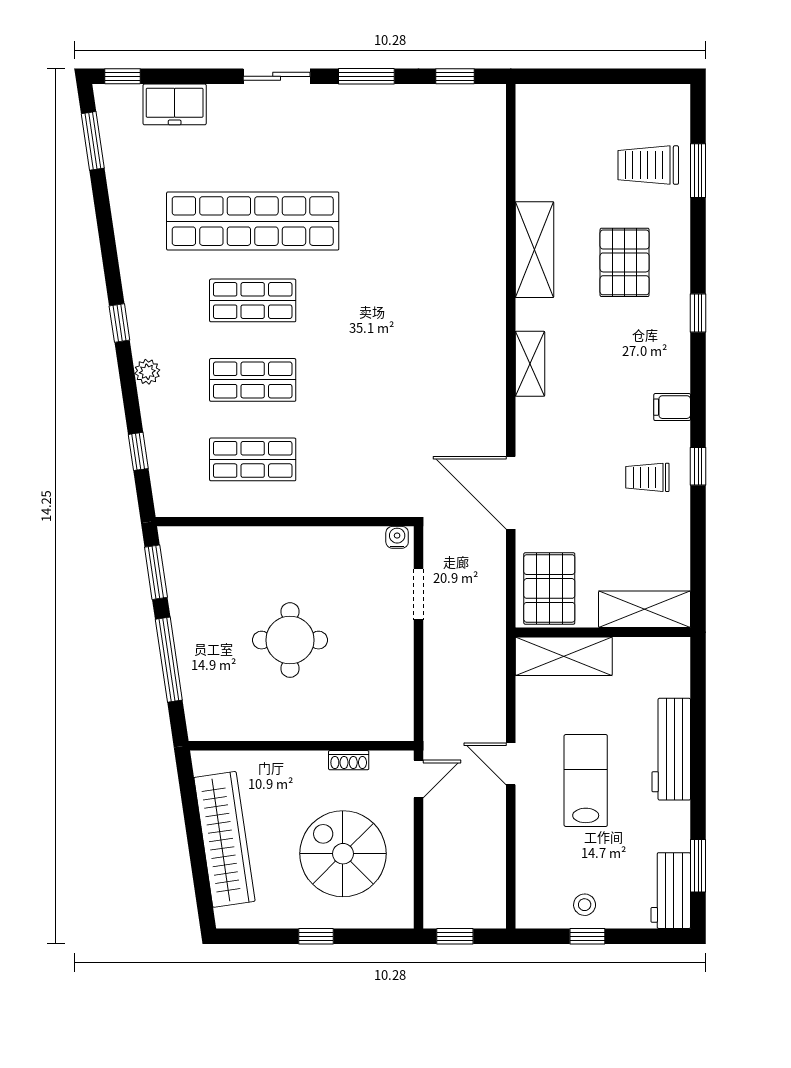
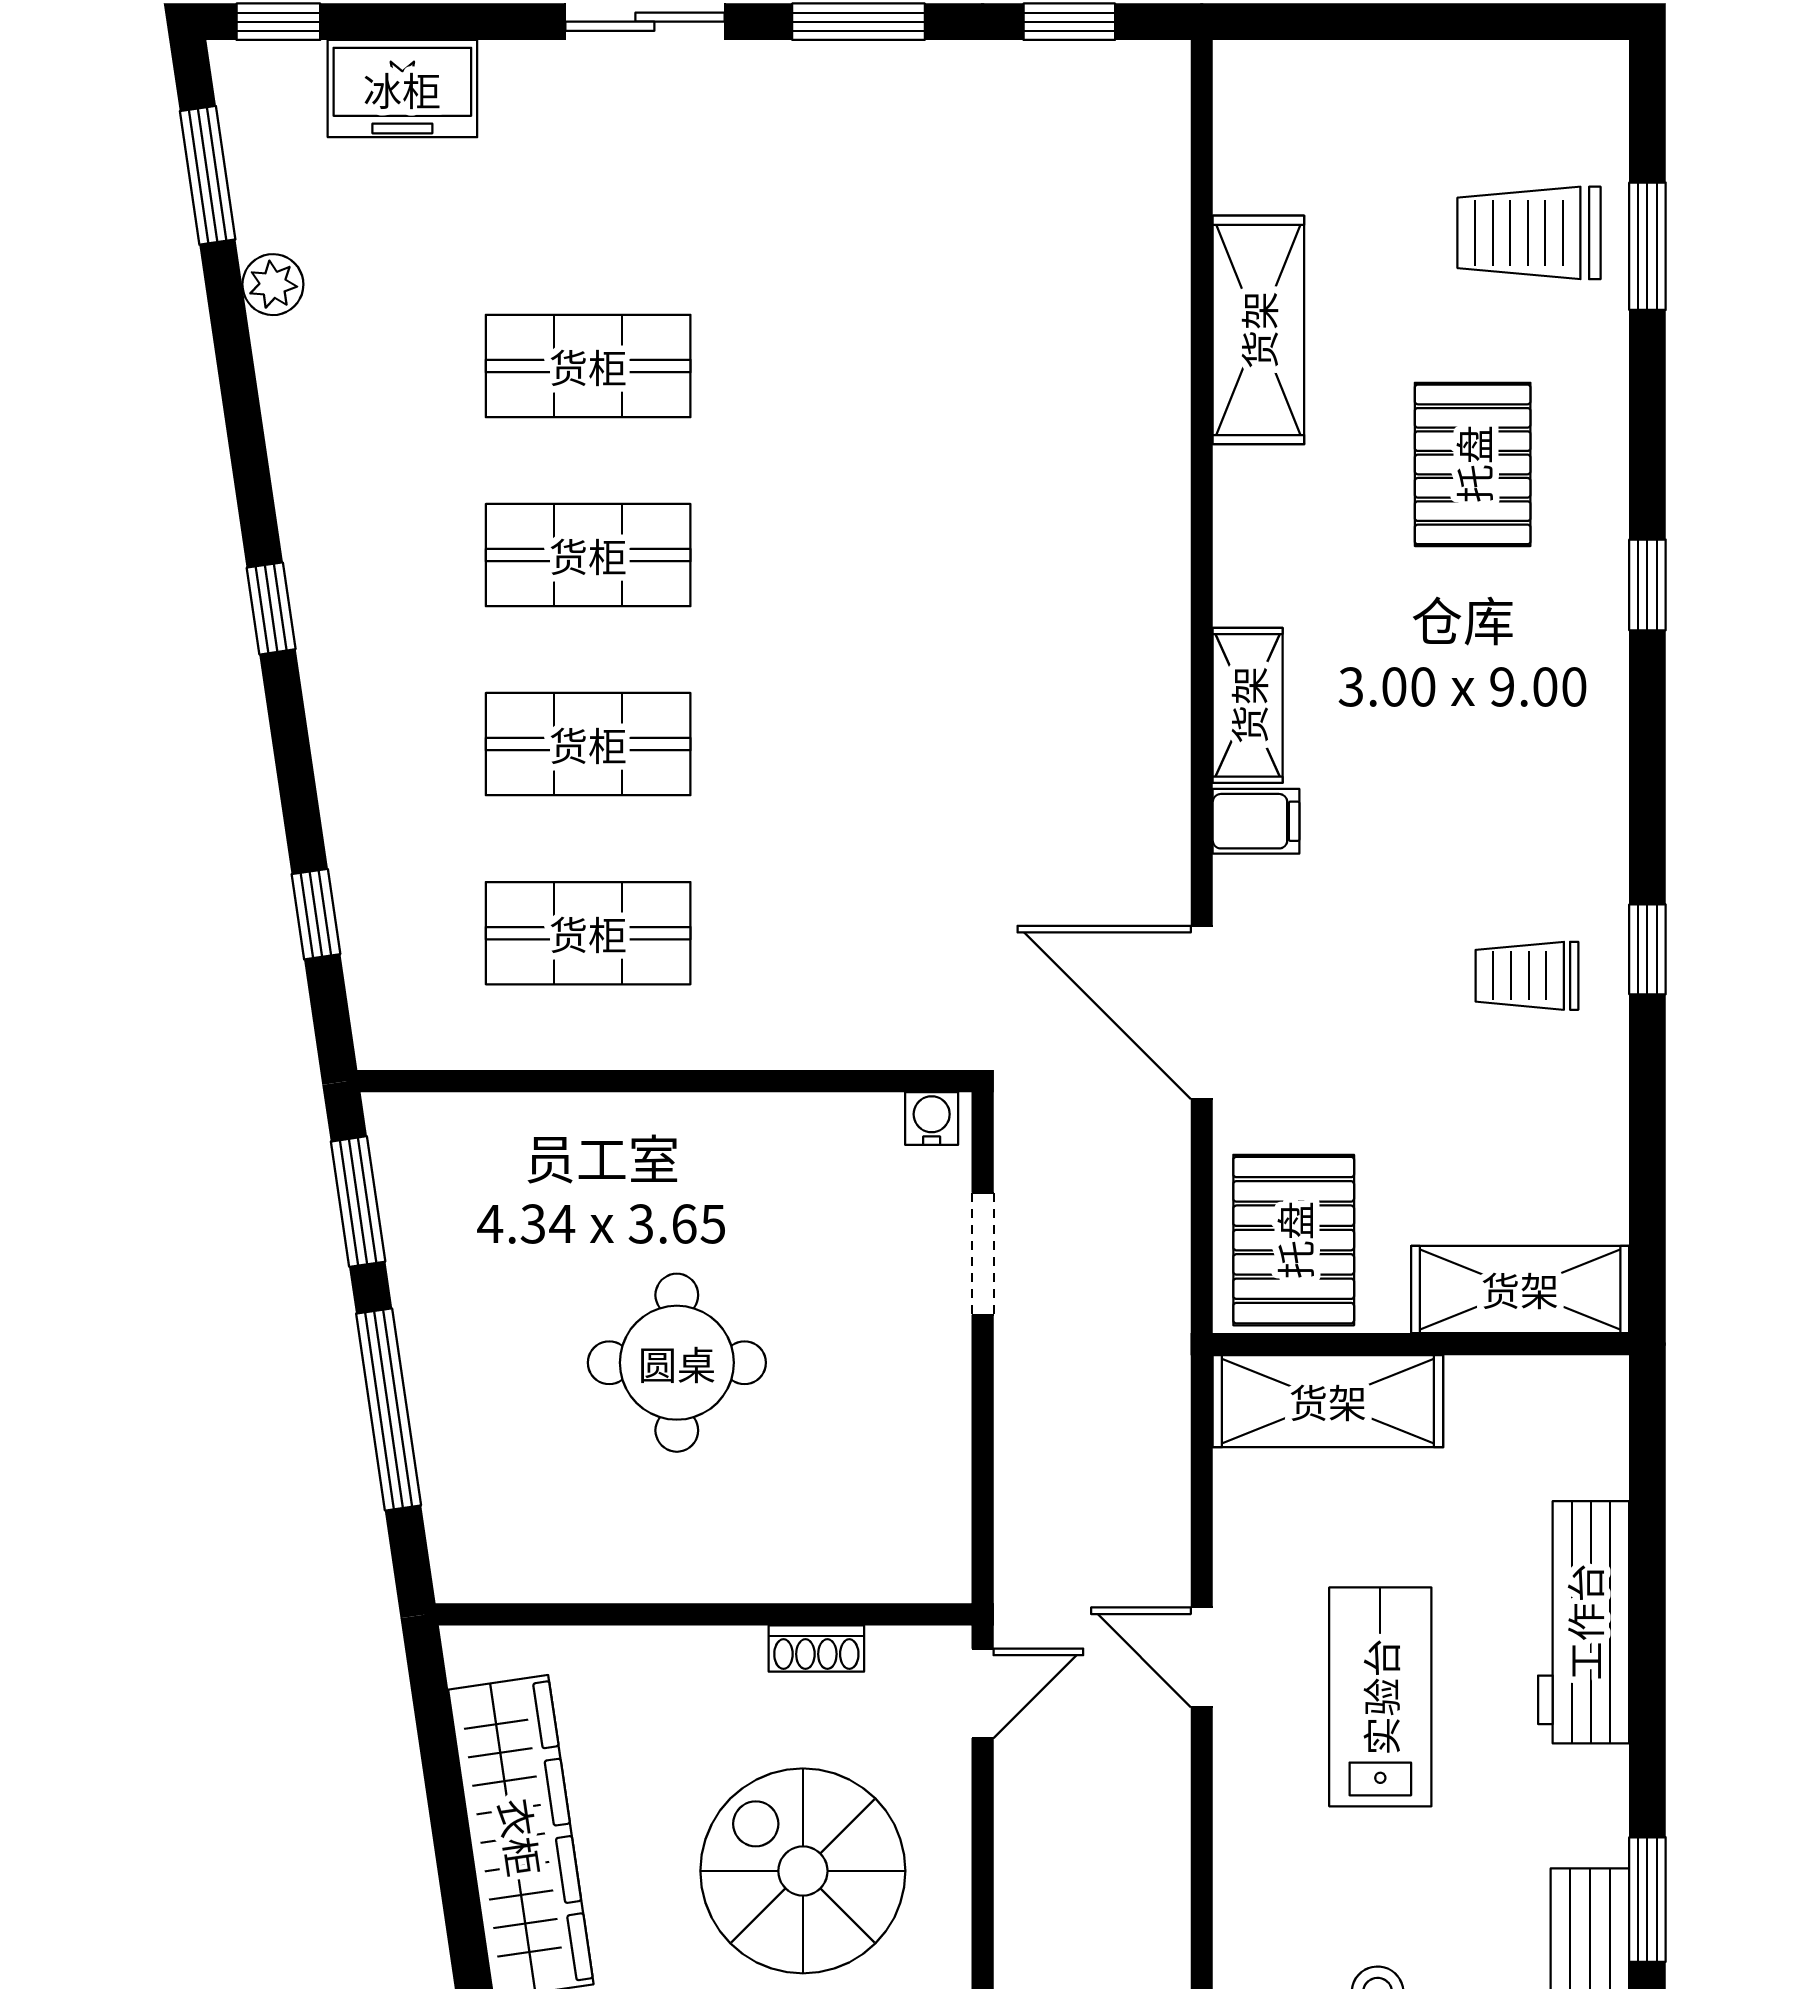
shop shelf: (253, 221) -> (588, 366), width x0.50, depth x0.74
shelving: (535, 250) -> (1258, 330), moved
plant: (147, 372) -> (273, 285), moved
filing cabinet: (672, 407) -> (1256, 821), moved, turned 180

